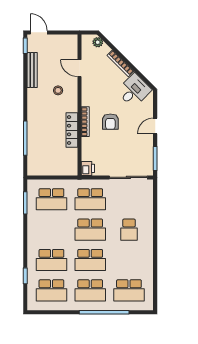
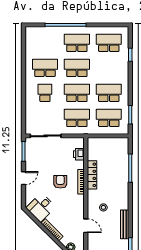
printer: (88, 168) -> (79, 154), moved
school desk: (51, 260) -> (109, 93), moved
school desk: (129, 290) -> (45, 68), moved

